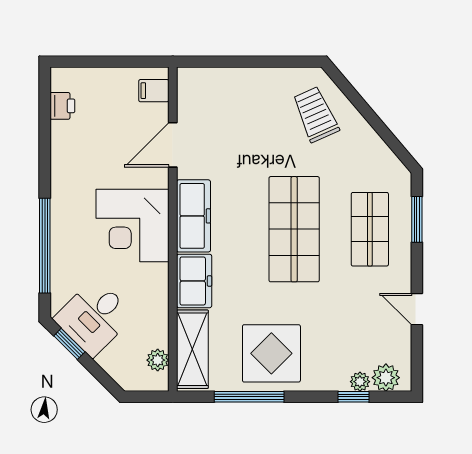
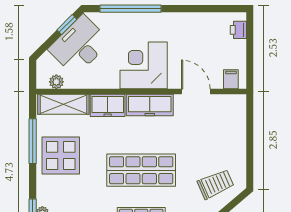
printer: (62, 106) -> (238, 30), moved, turned 90
desk: (94, 317) -> (79, 45), width x1.37

